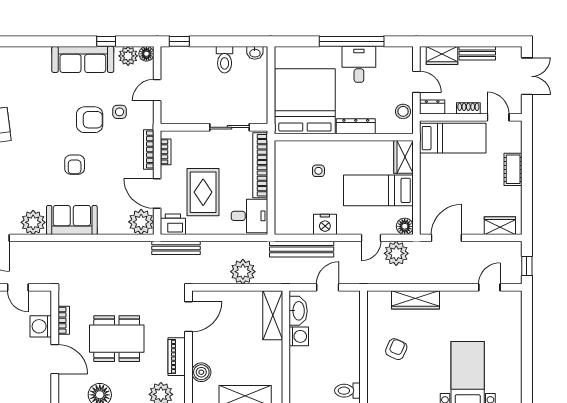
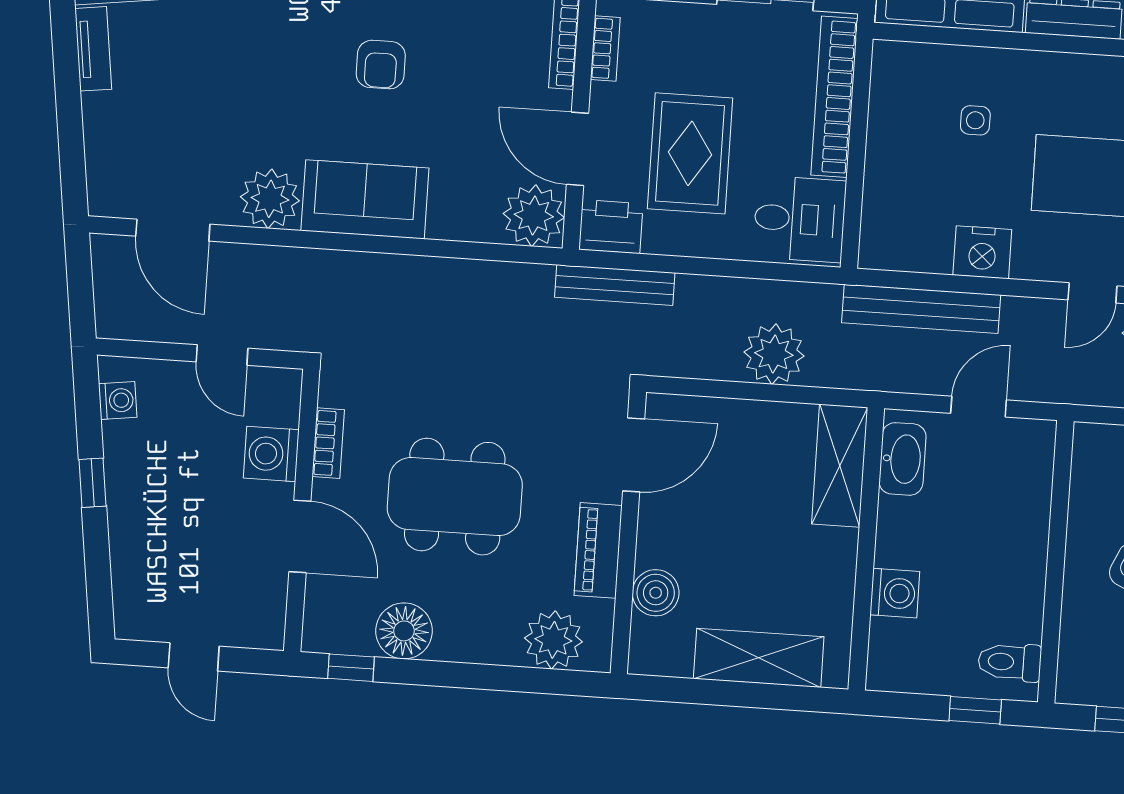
washing machine: (299, 336) -> (895, 593), moved

